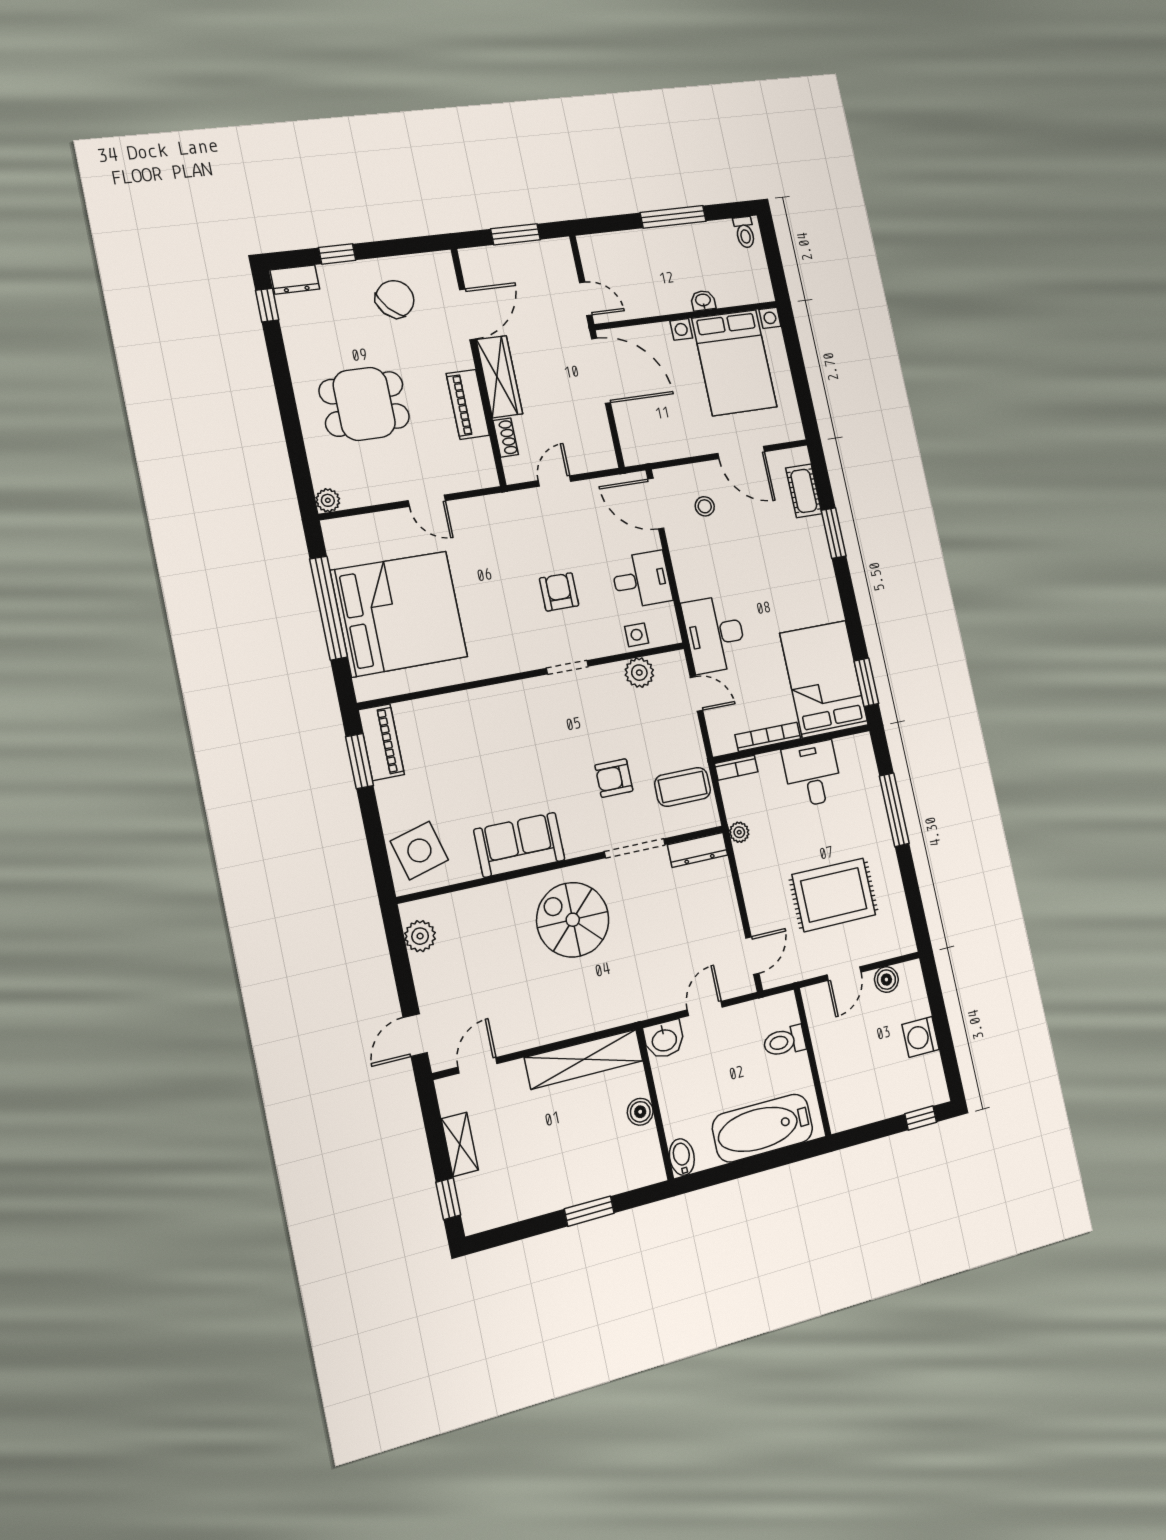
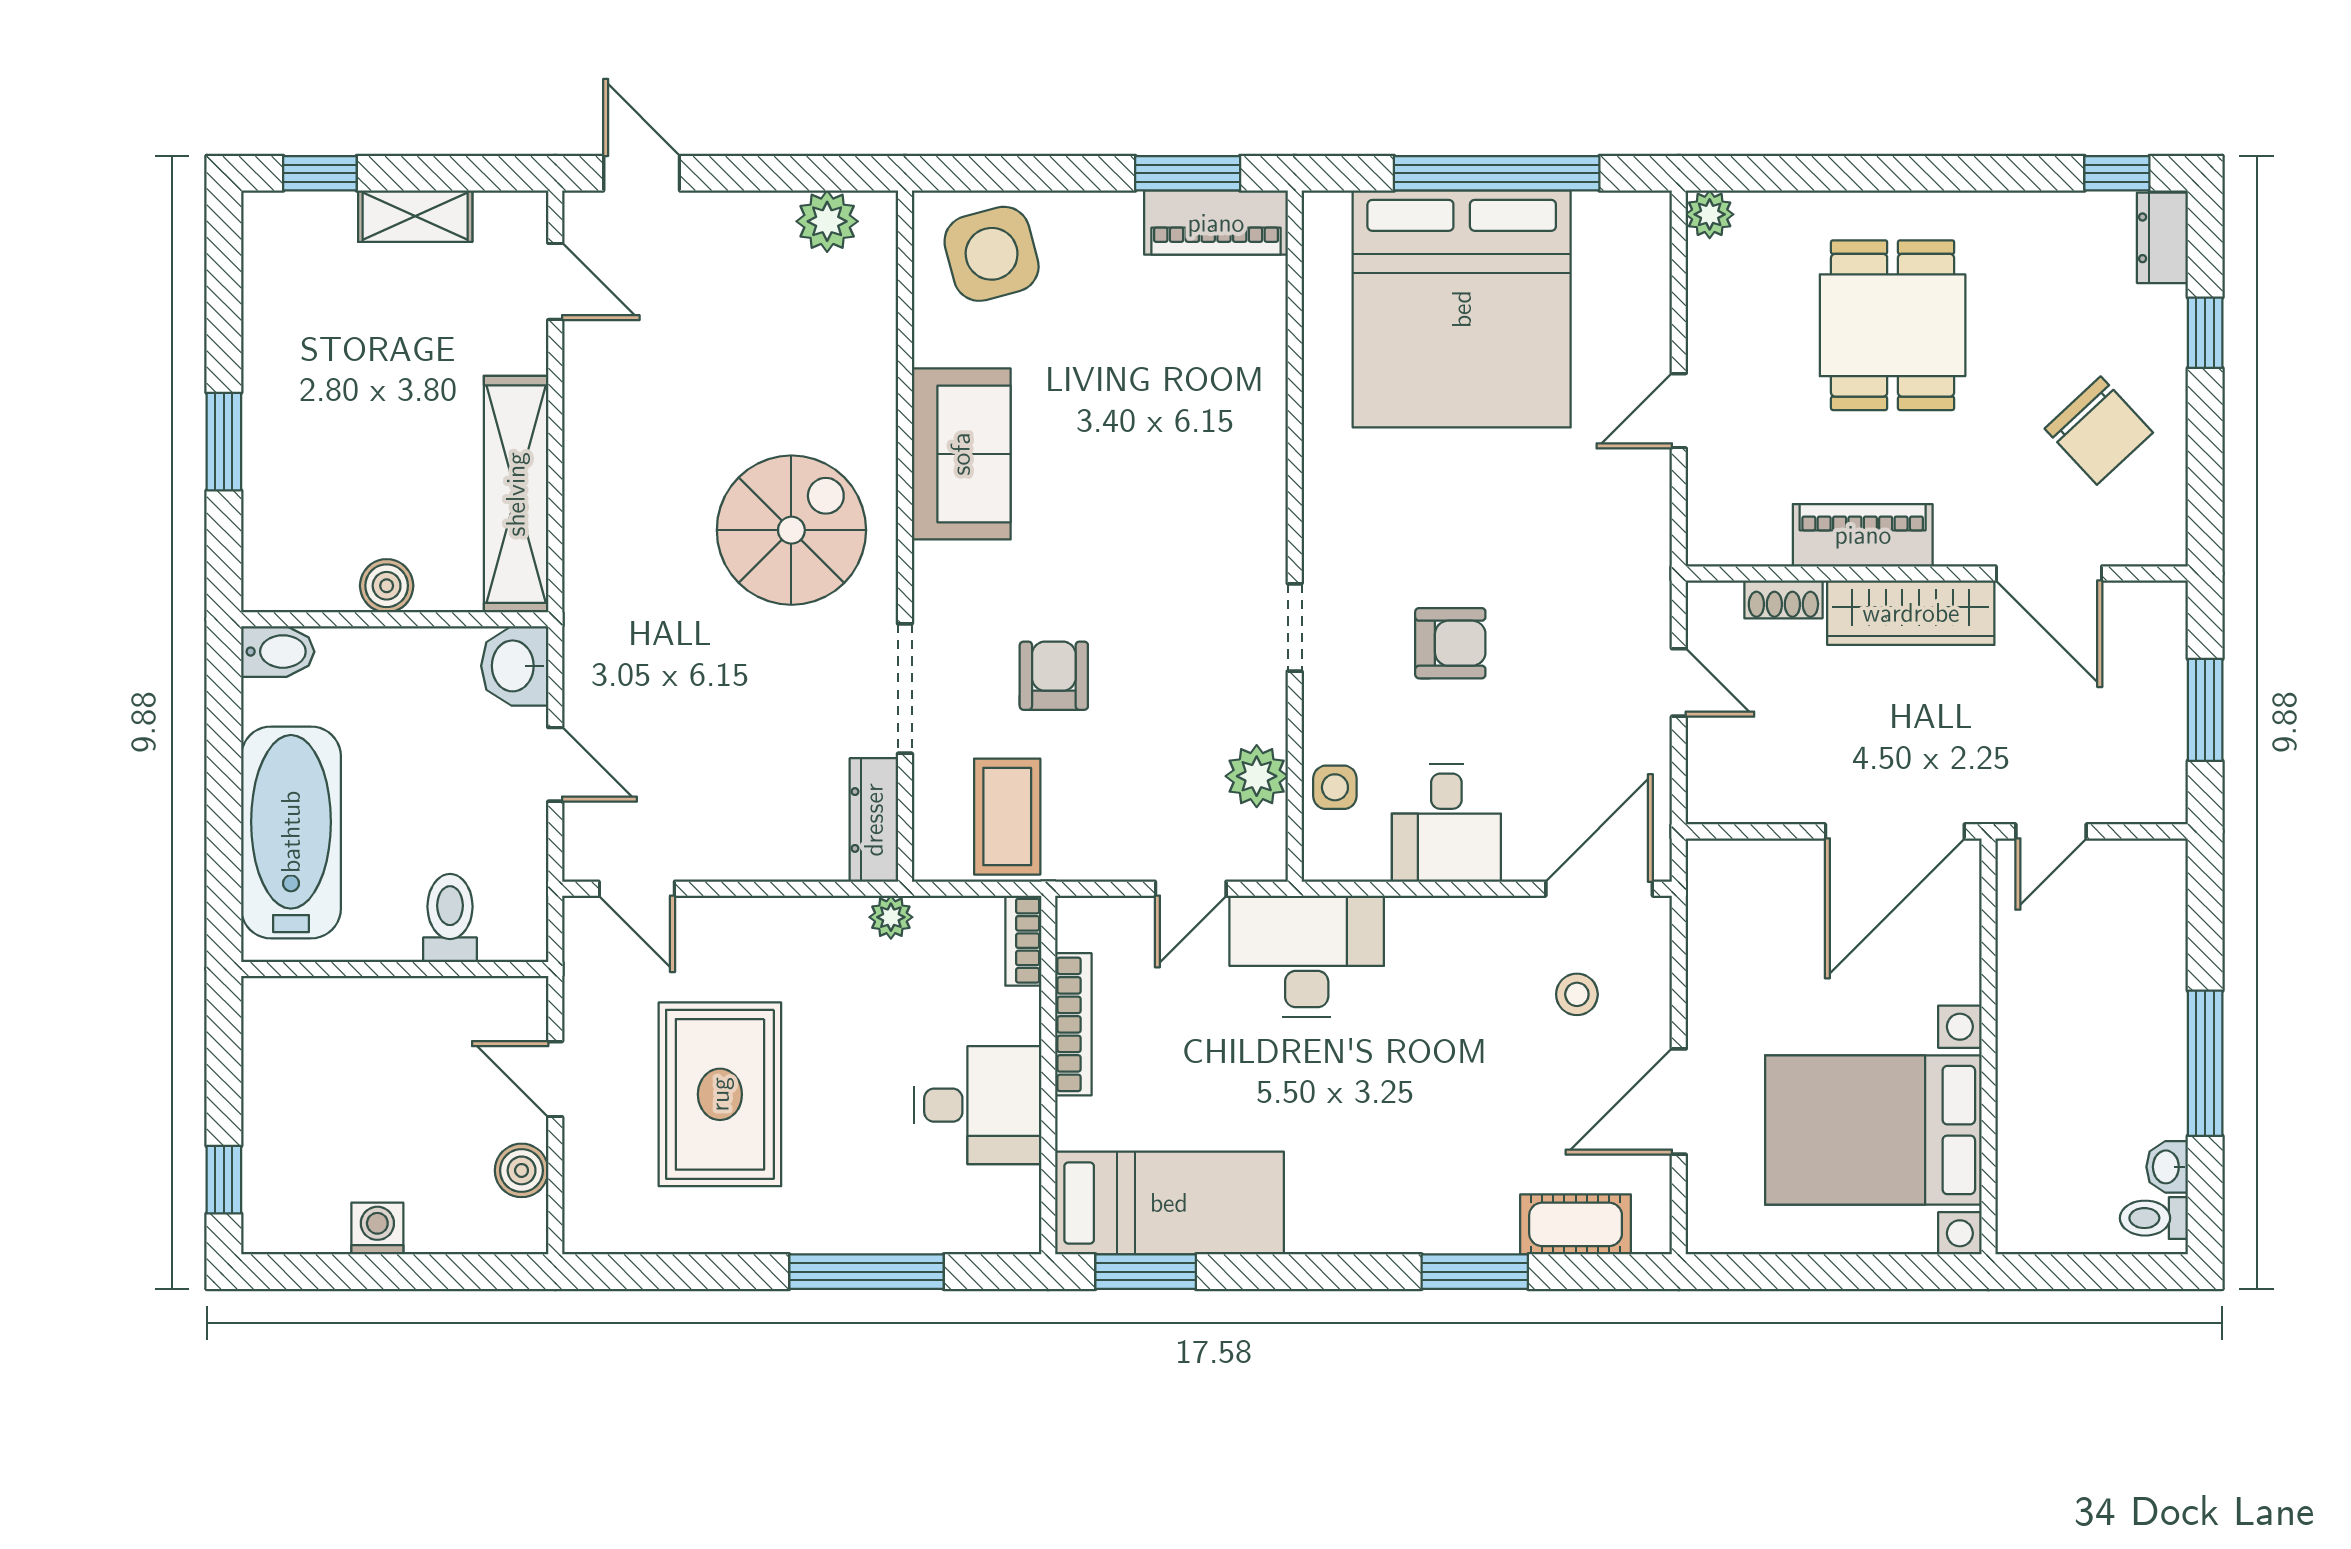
washbasin: (703, 301) -> (2167, 1167), moved, turned 180
bed: (824, 679) -> (1169, 1203), width x0.67
washing machine: (920, 1037) -> (377, 1229), width x0.73, depth x0.73

